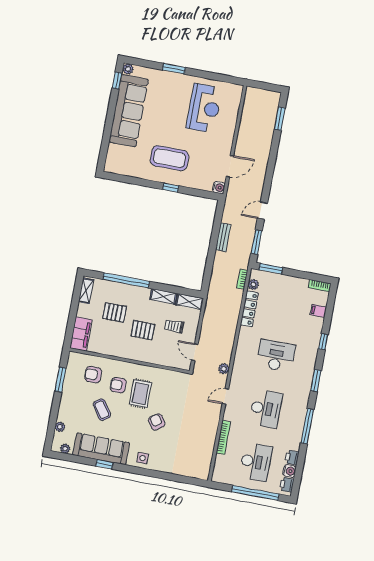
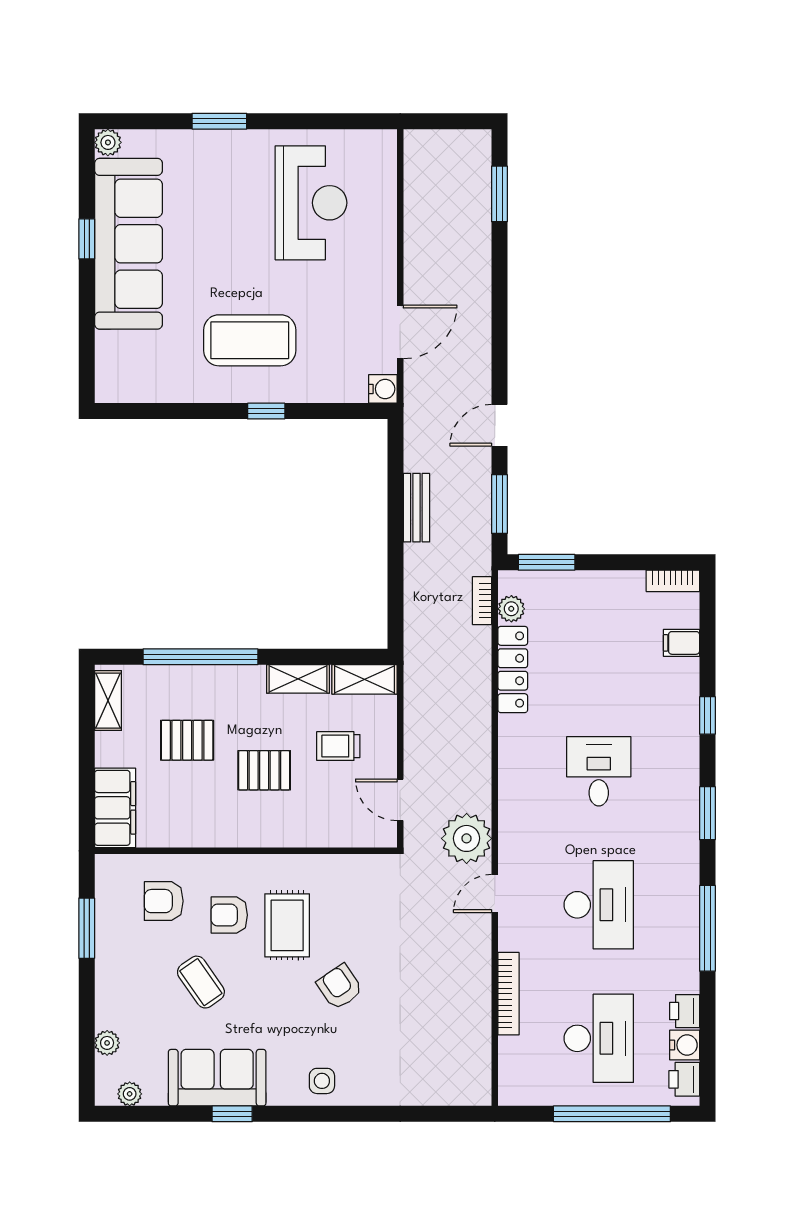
window: (117, 81) -> (87, 239), moved
desk: (276, 356) -> (599, 771), width x0.73
plant: (224, 369) -> (467, 838), width x1.87, depth x1.87
sofa: (101, 449) -> (217, 1078), width x0.73

